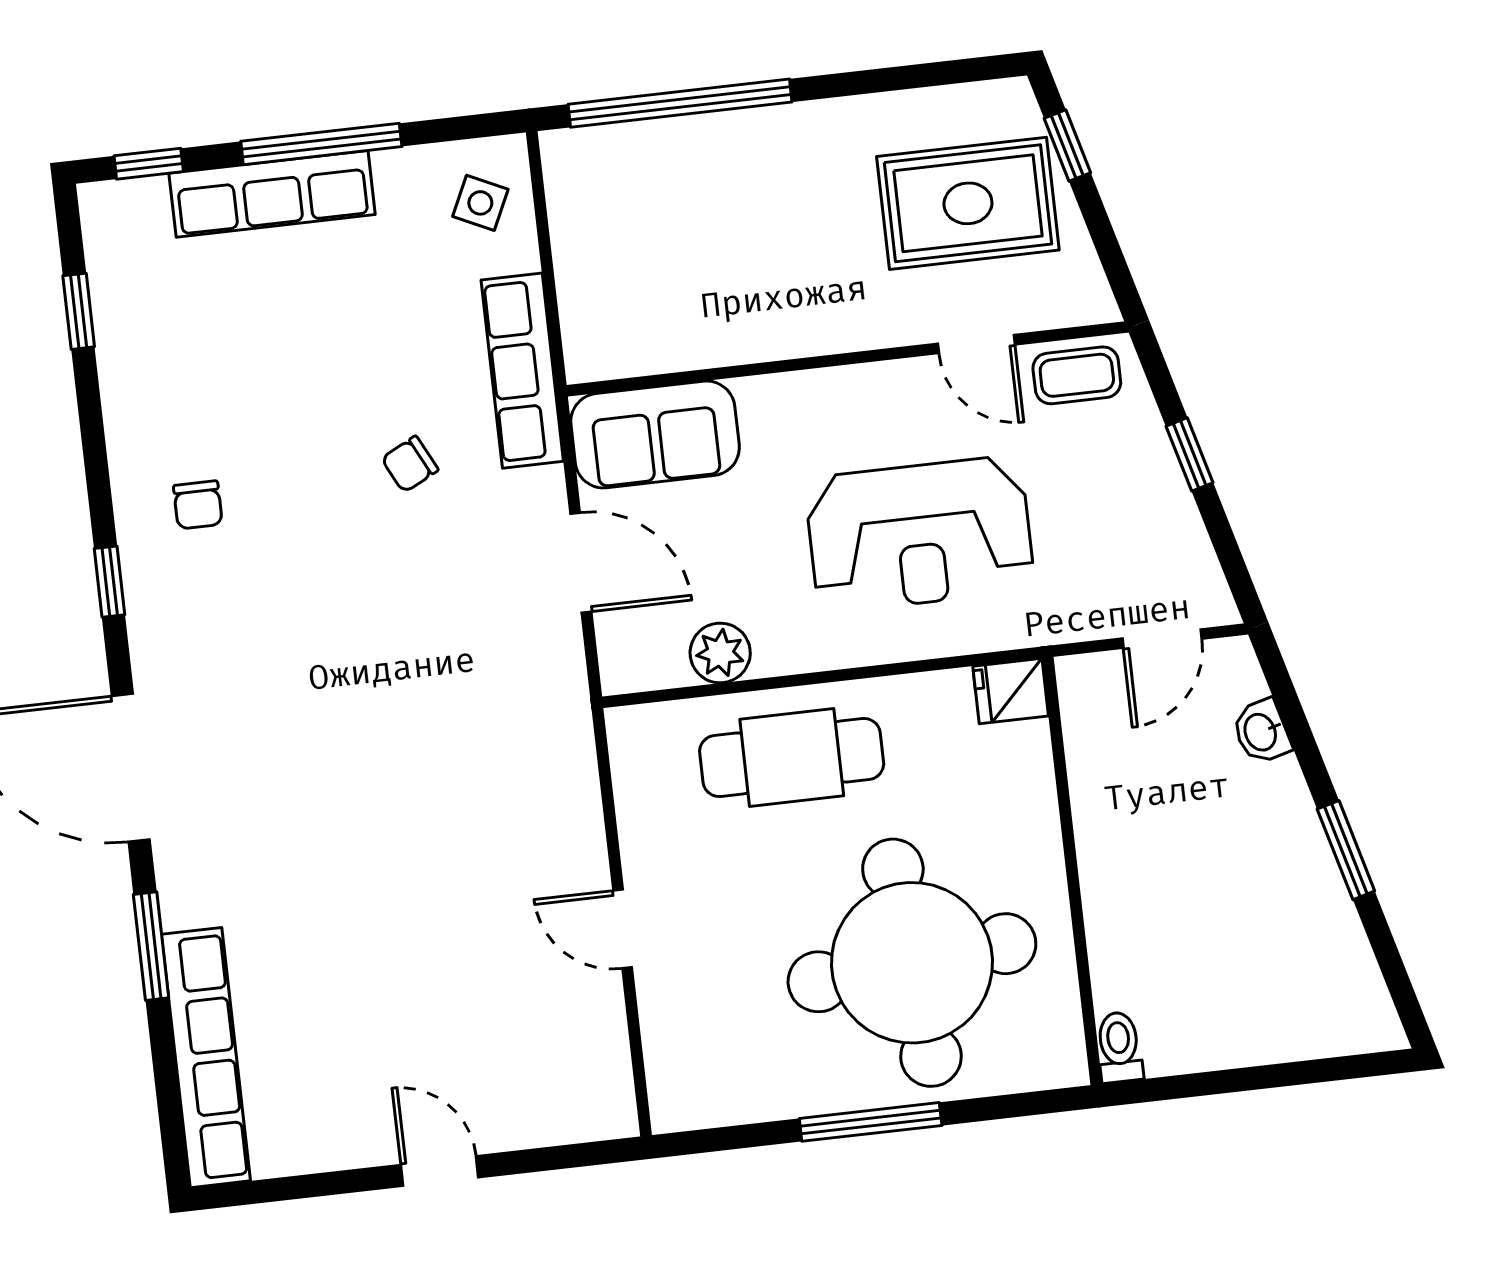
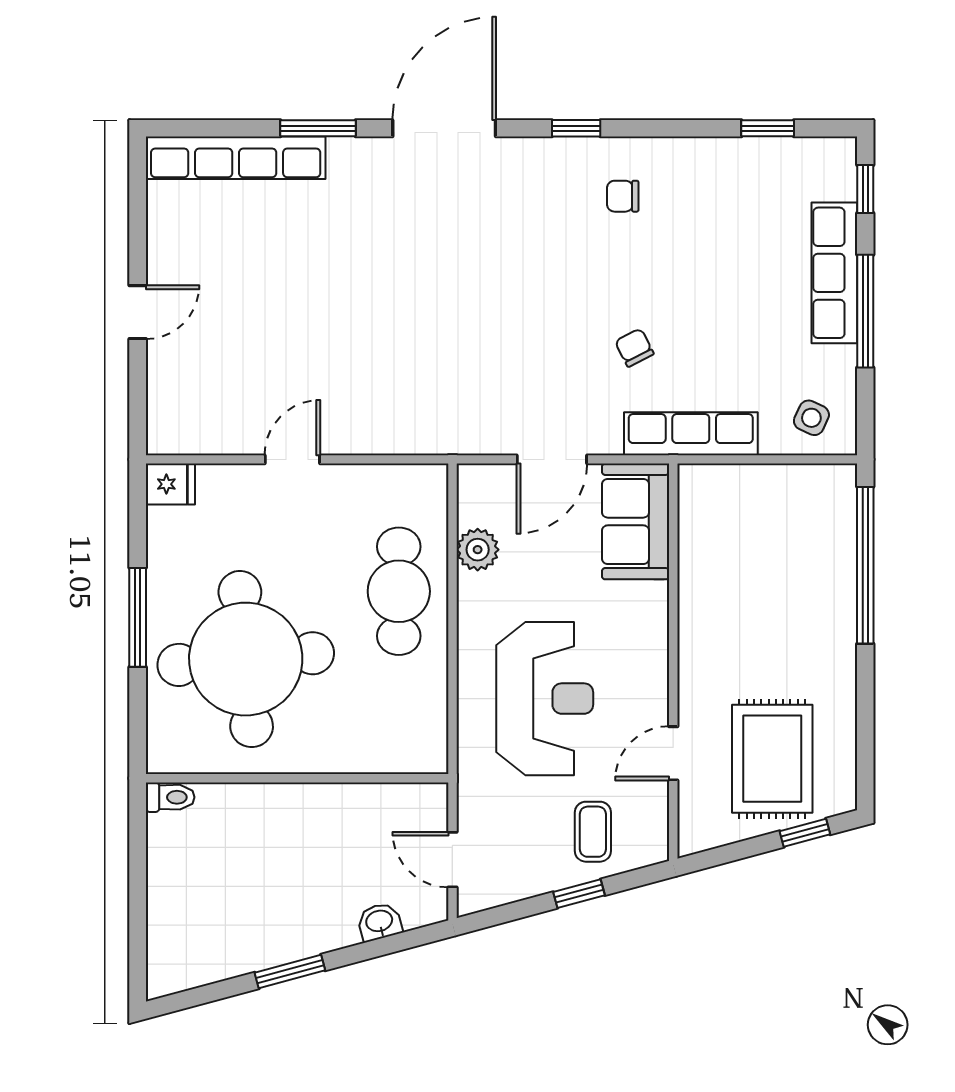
coffee table: (1077, 375) -> (593, 832), moved
reception desk: (920, 534) -> (545, 699), turned 180
fridge: (1011, 691) -> (170, 484), moved, turned 90

